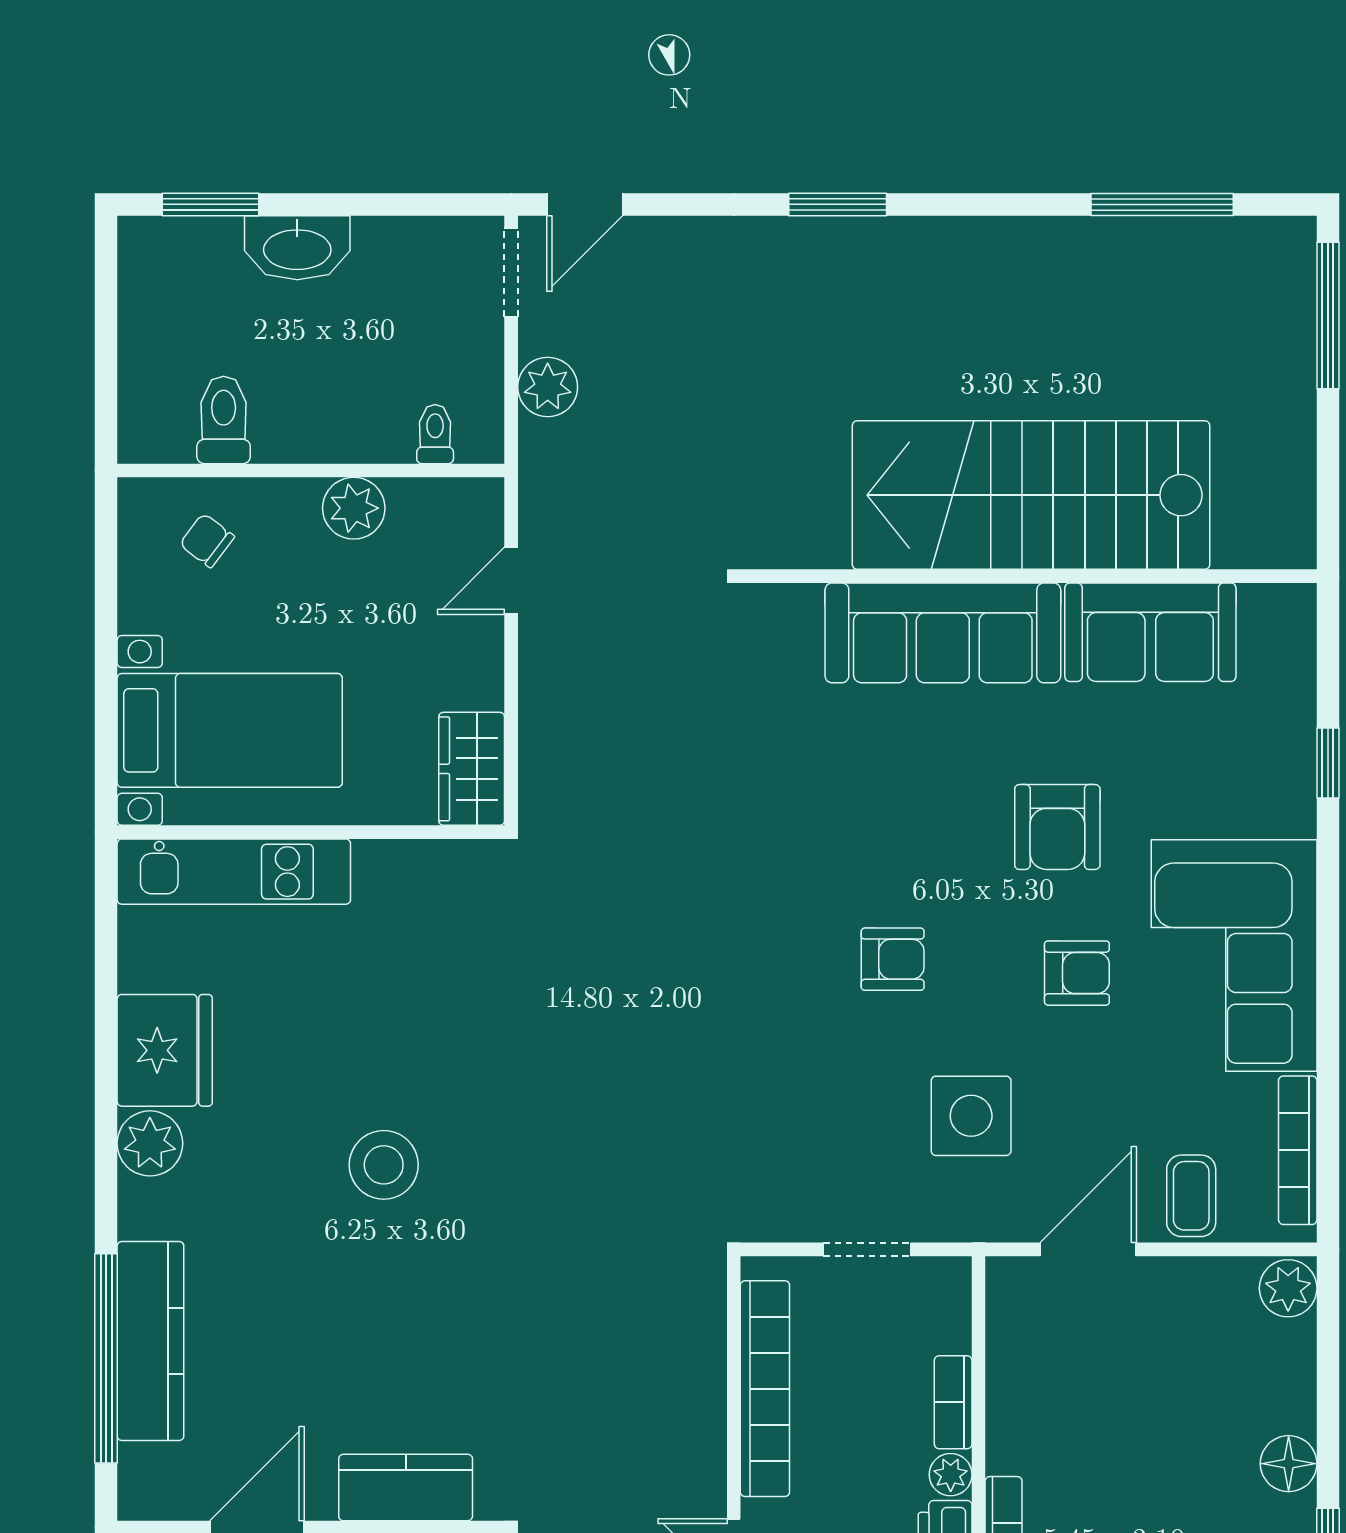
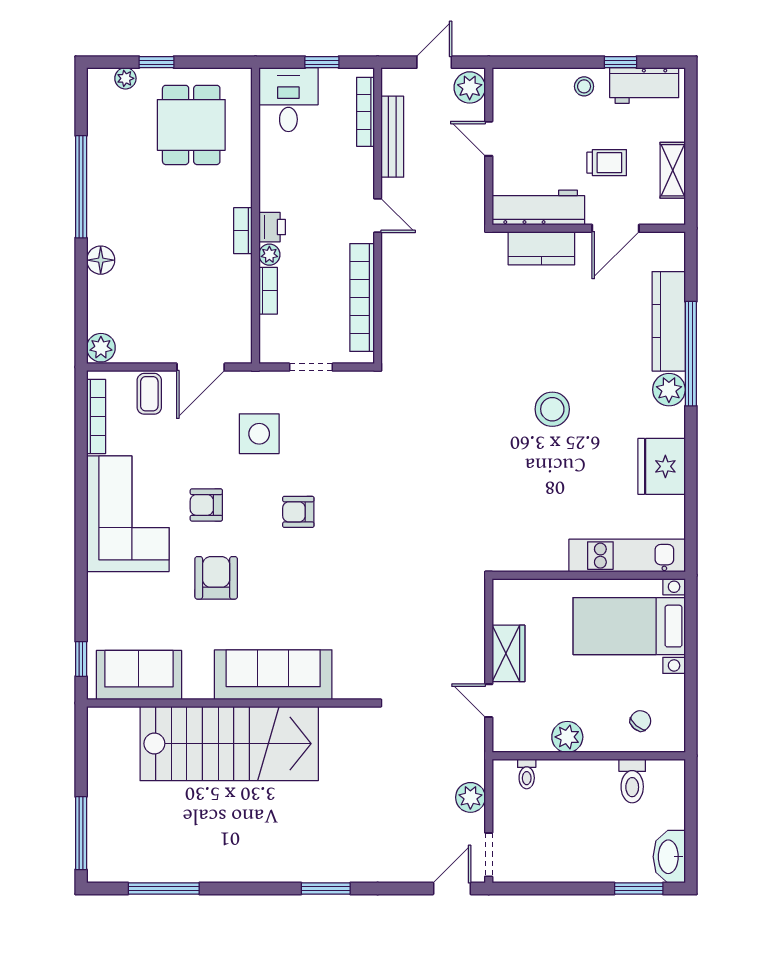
washbasin: (297, 248) -> (669, 857), moved, turned -90
chair: (207, 540) -> (641, 721), turned -86
door: (511, 581) -> (489, 701), swing flipped
sofa: (1150, 632) -> (139, 675), moved
window: (1328, 763) -> (81, 659), moved
wardrobe: (472, 769) -> (508, 653), moved
plant: (150, 1143) -> (669, 390), moved
window: (106, 1358) -> (691, 354), moved

